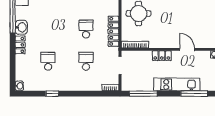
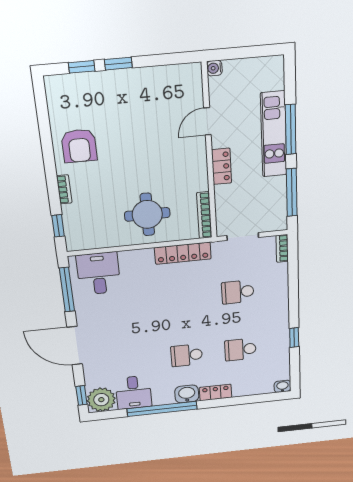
school desk: (86, 29) -> (187, 355), moved
window: (194, 94) -> (291, 129), moved

